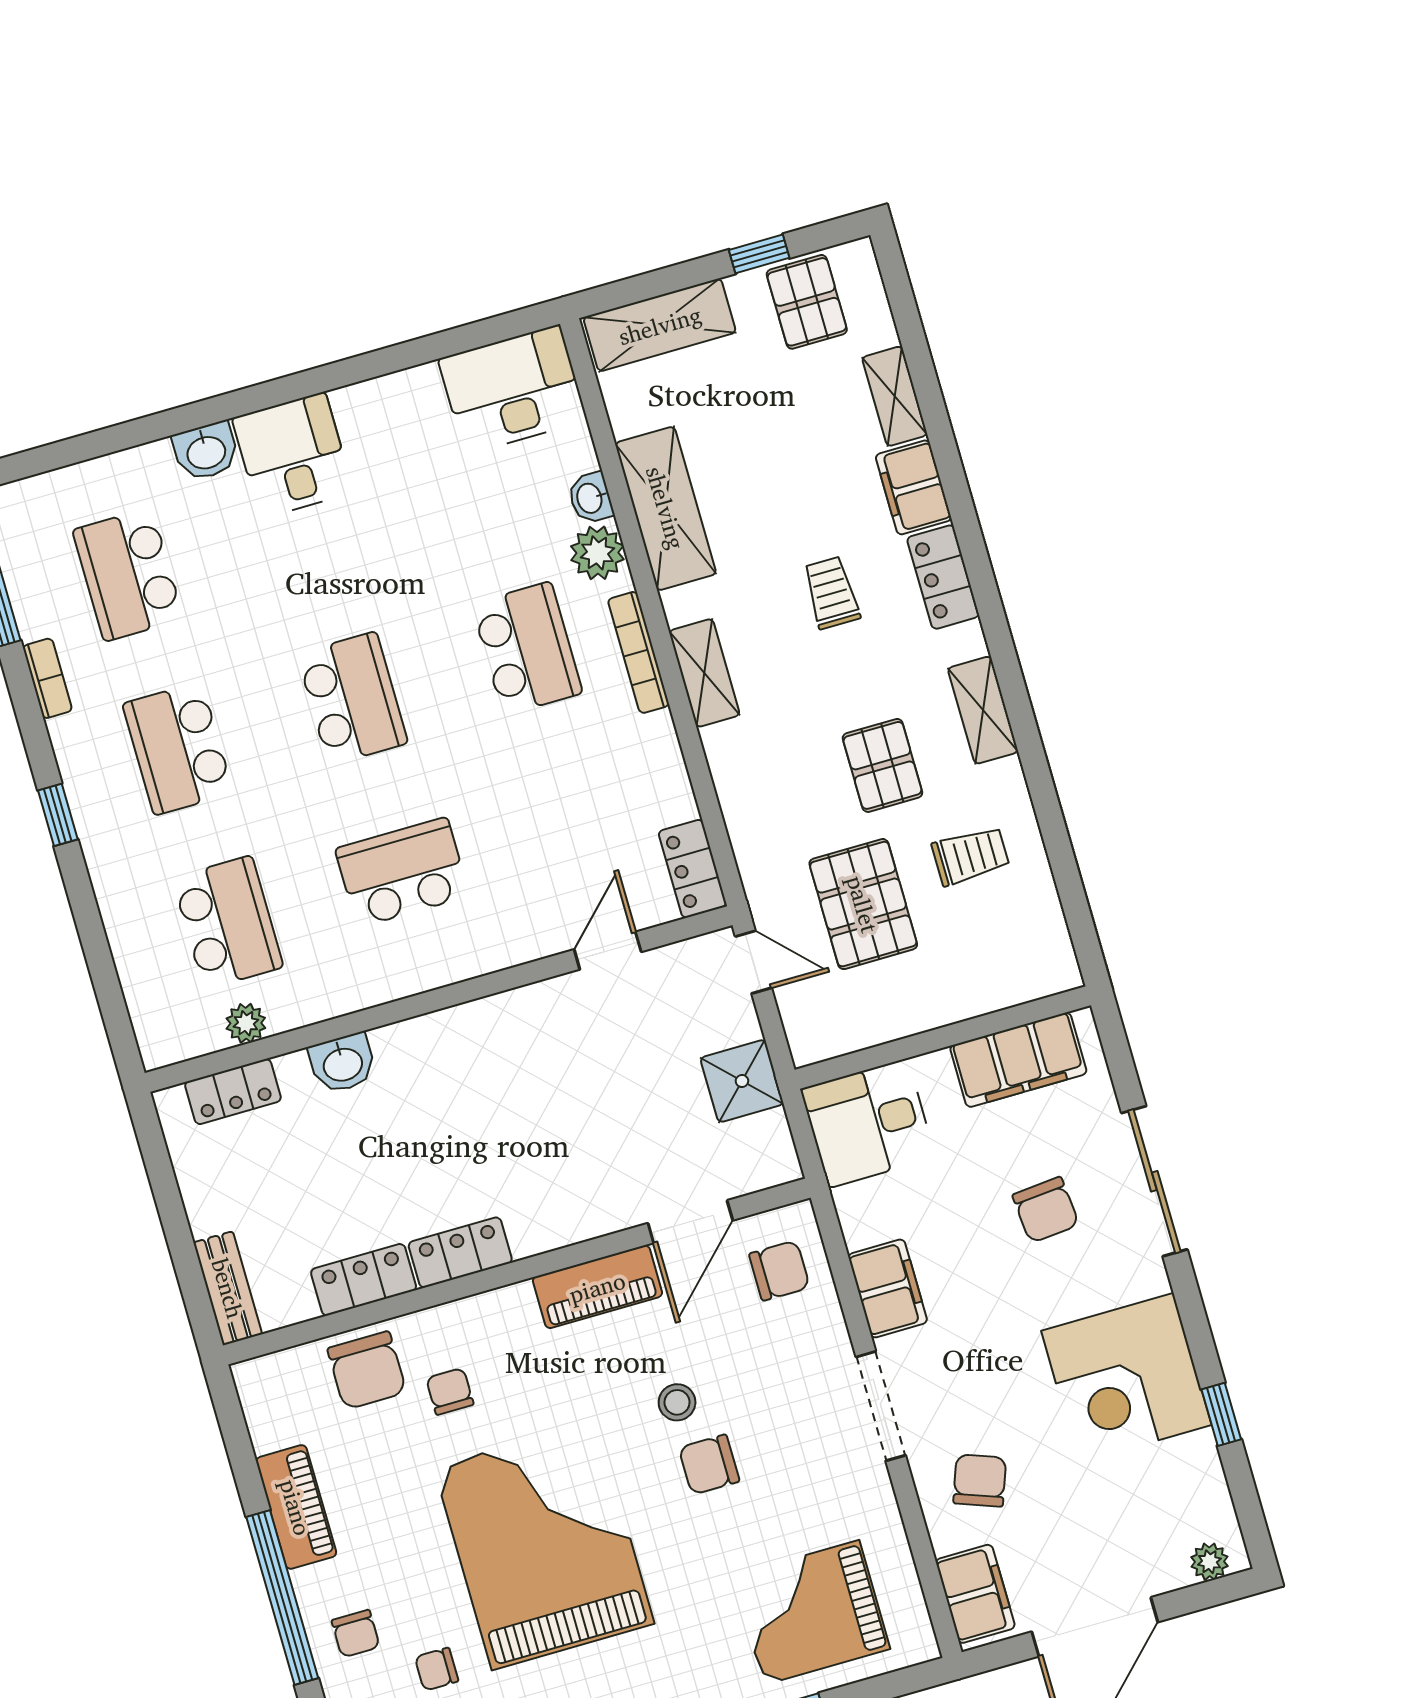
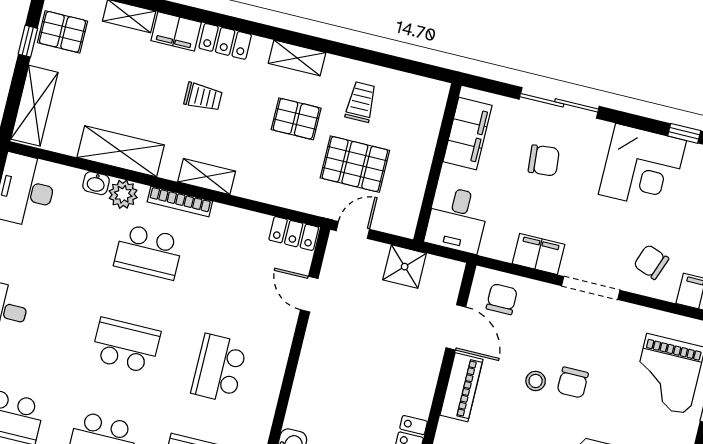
trolley: (831, 593) -> (203, 97), turned 180
school desk: (527, 648) -> (149, 252), turned 180

